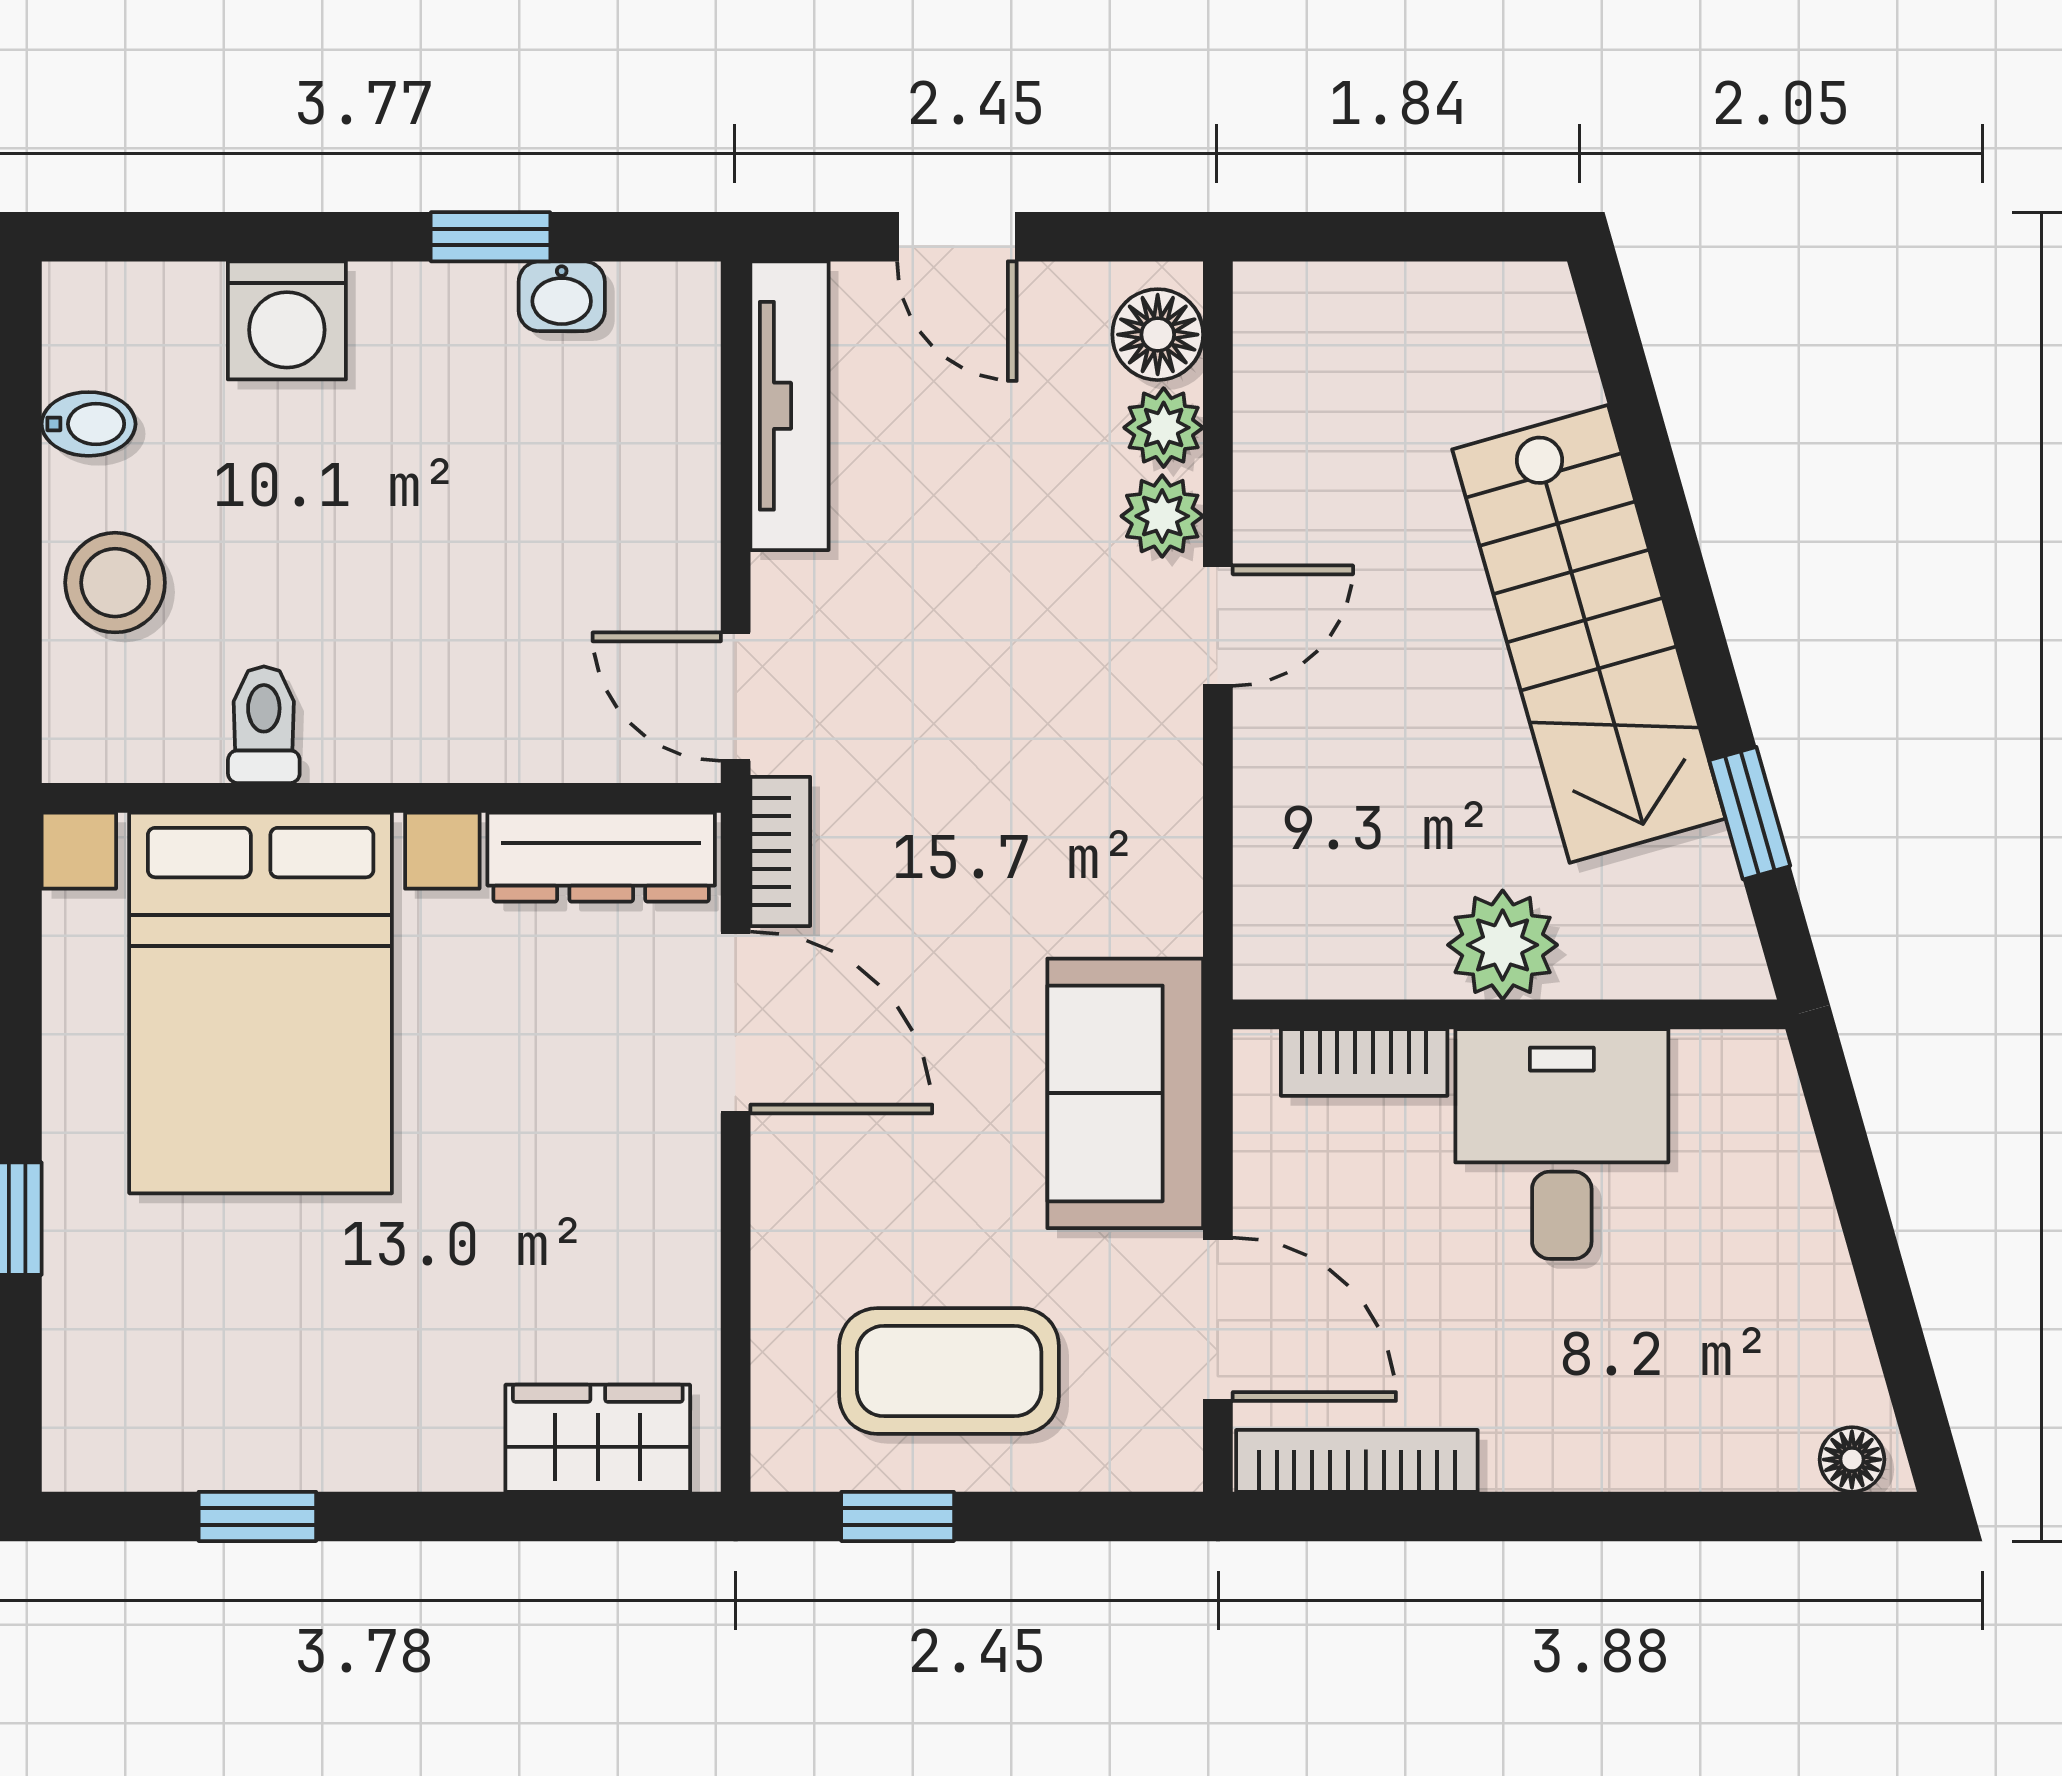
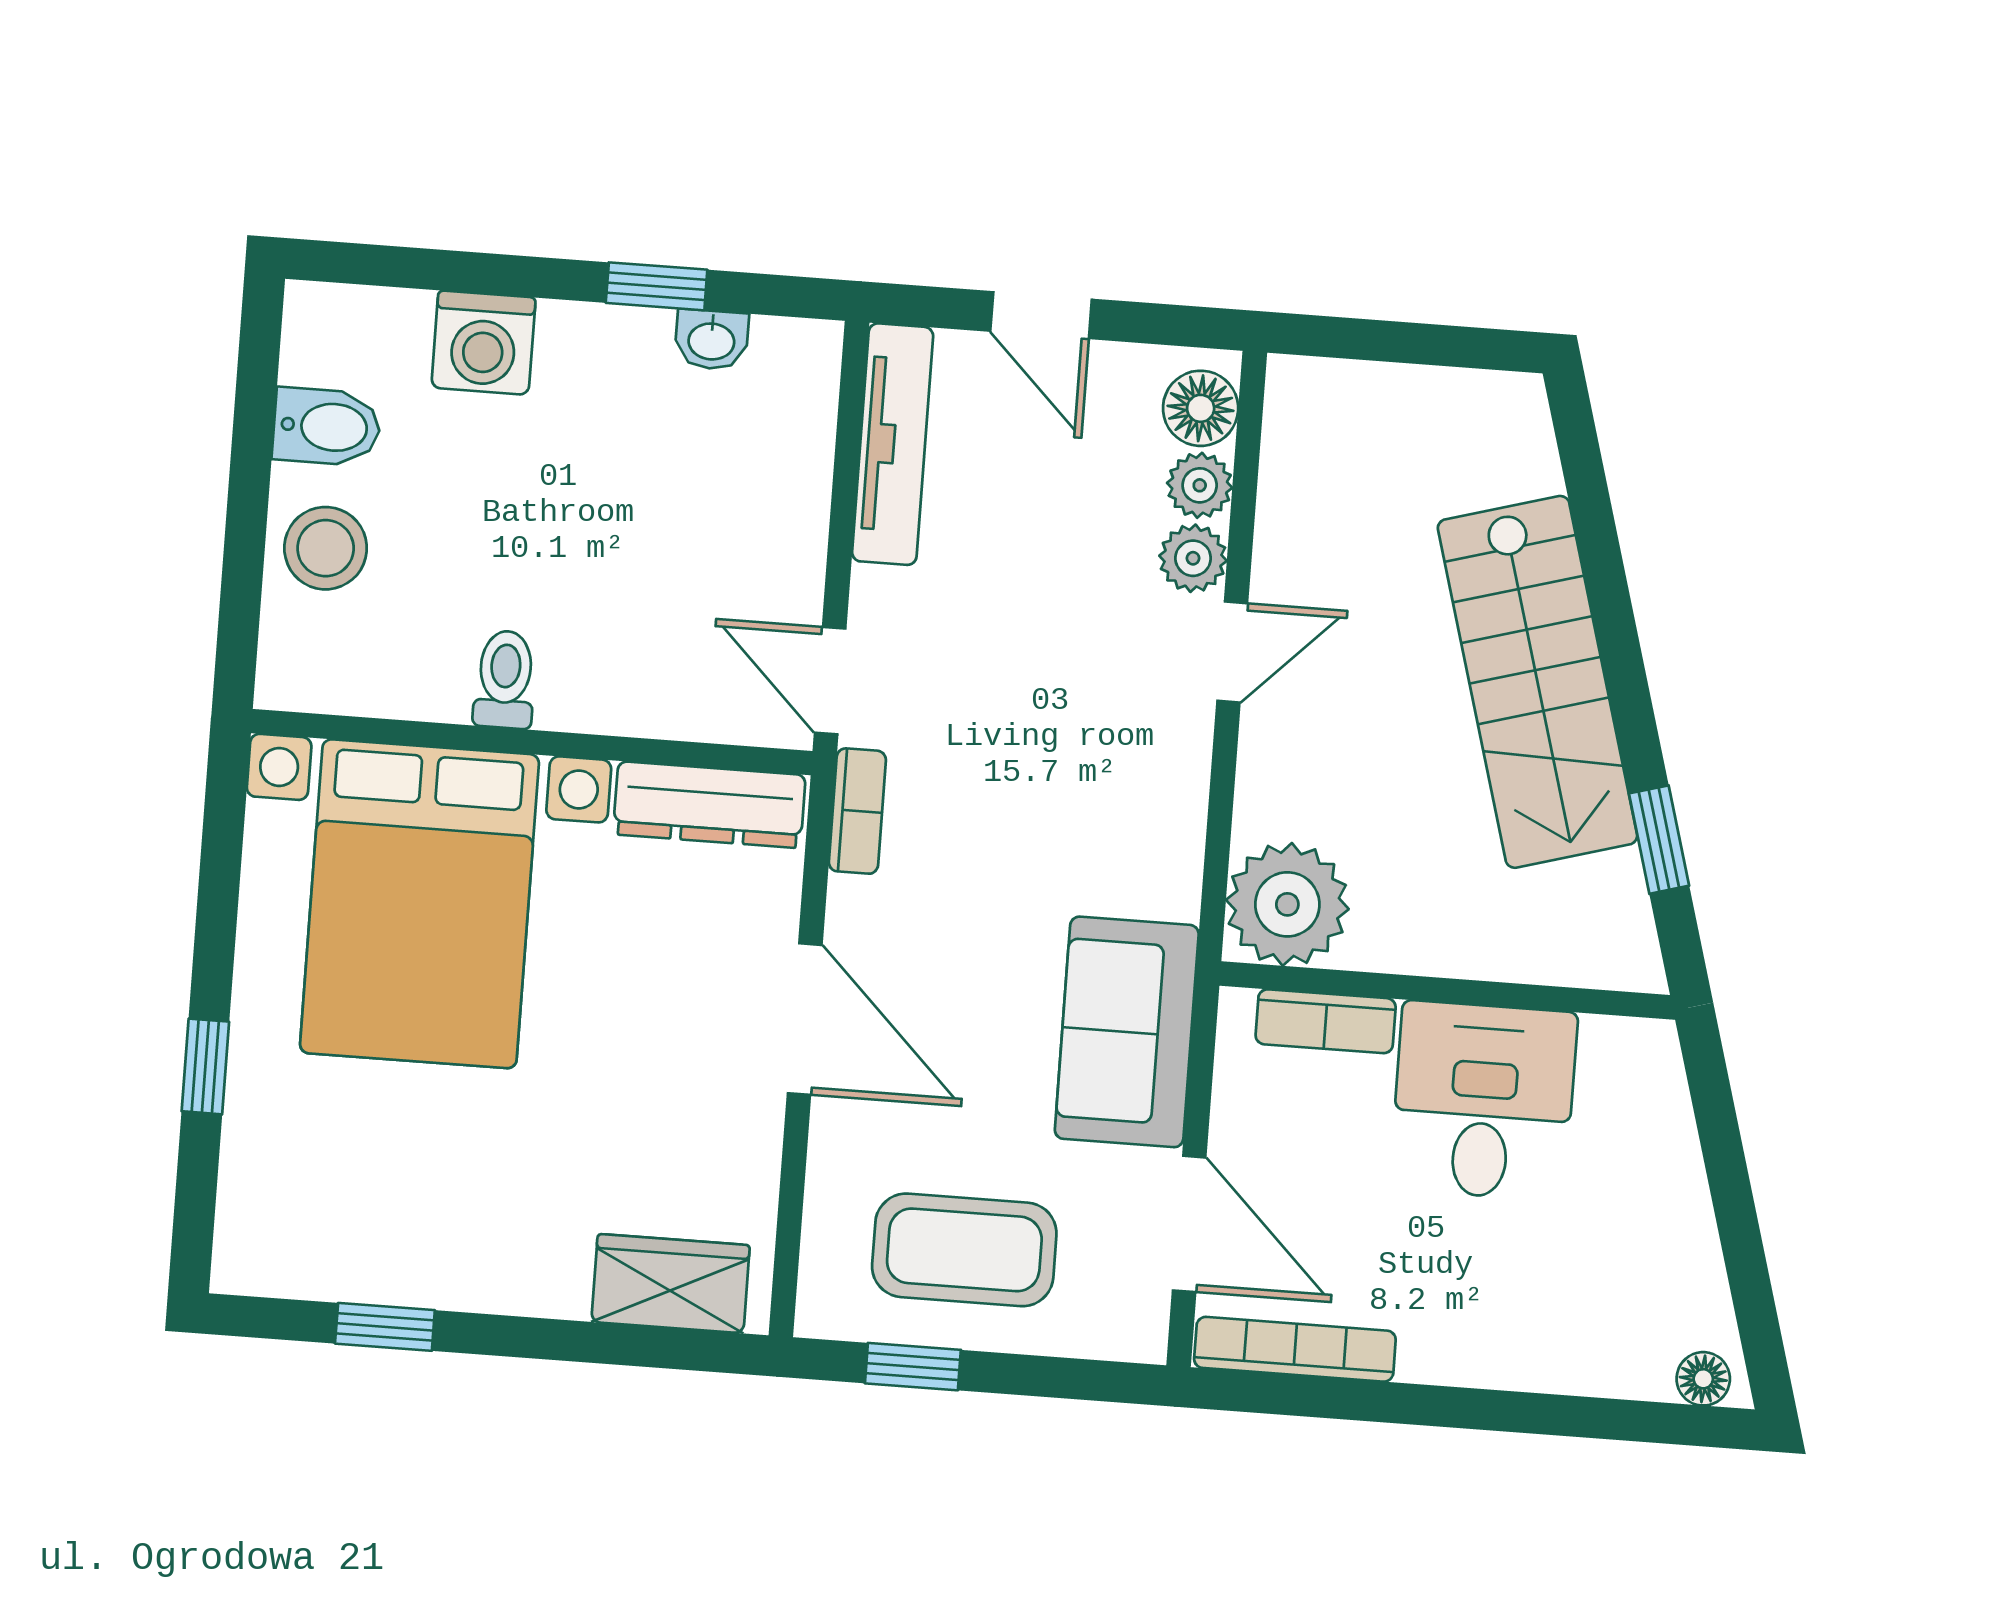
bidet: (89, 424) -> (327, 427), width x1.38, depth x1.36
toilet: (264, 725) -> (505, 679), moved
plant: (1503, 945) -> (1287, 904), moved, width x1.36, depth x1.36
door: (736, 1023) -> (805, 1019), moved

